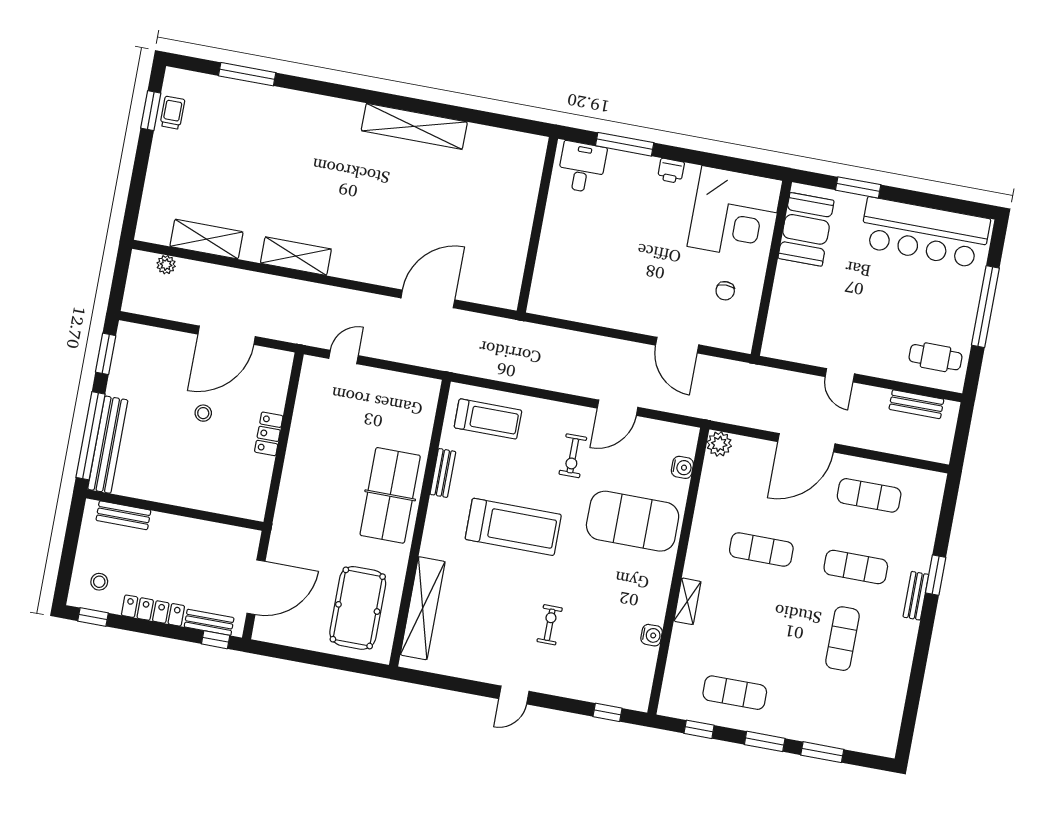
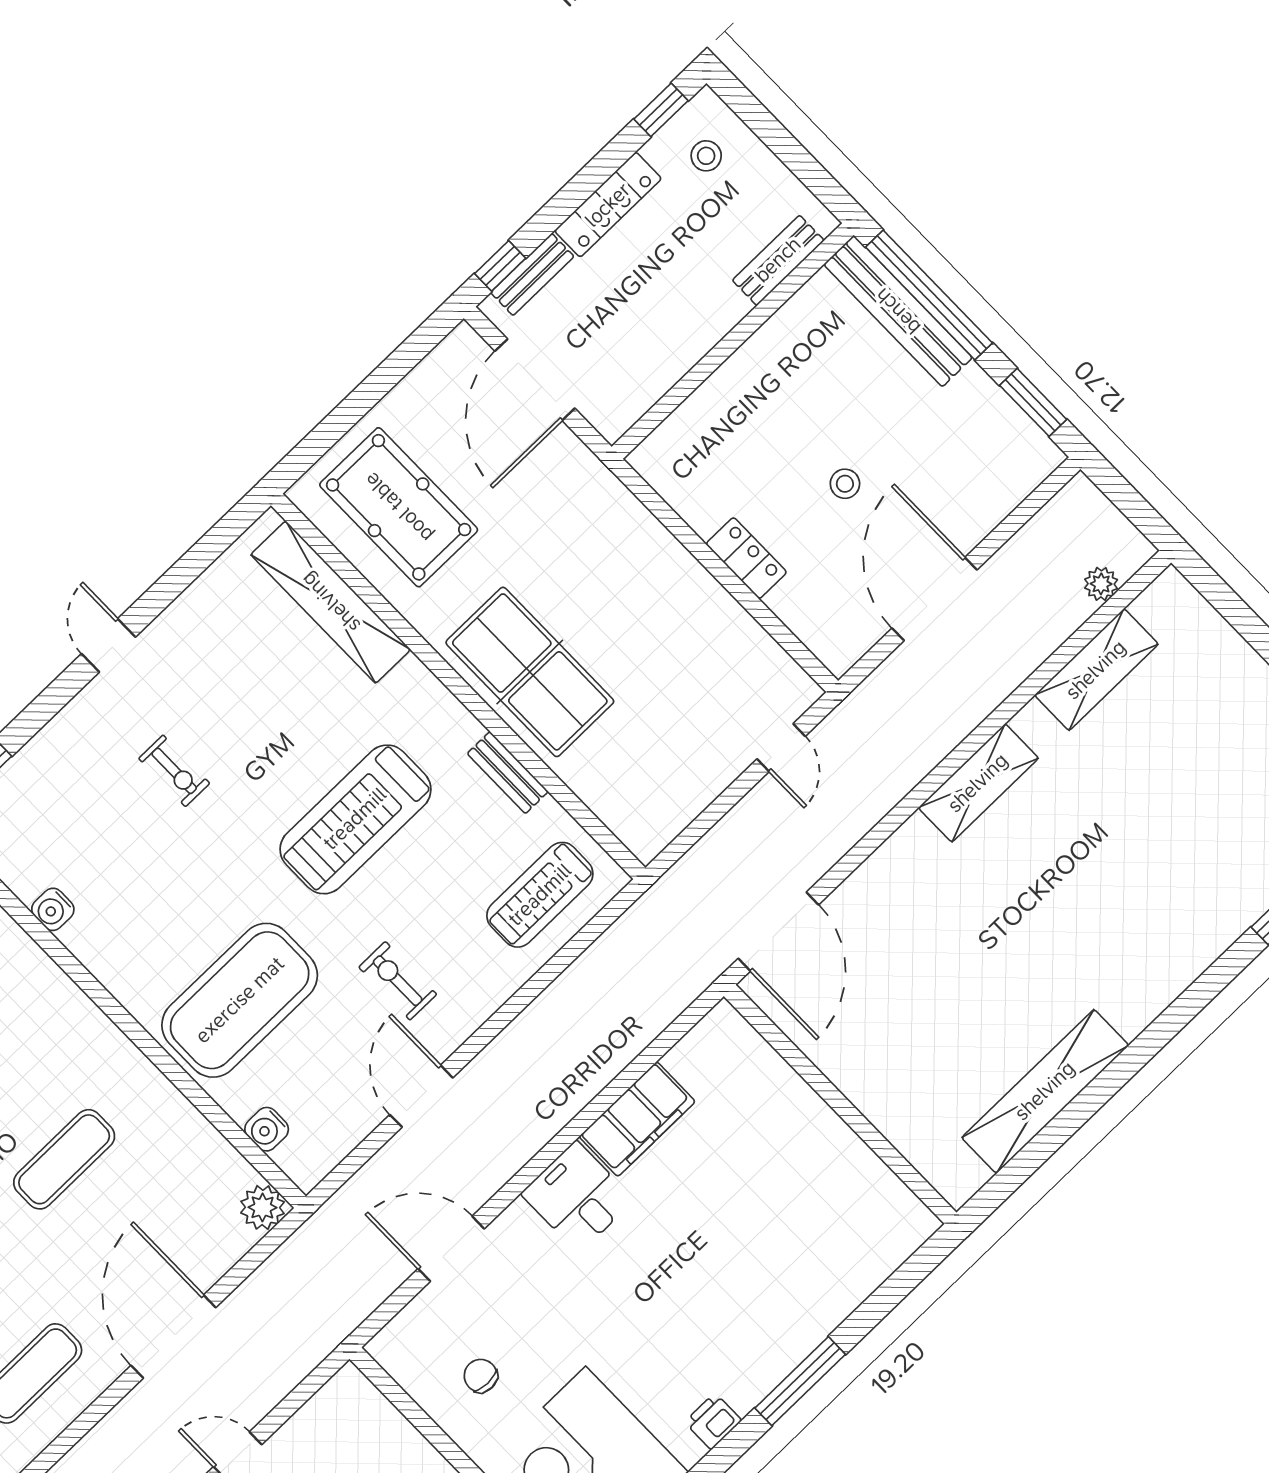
desk: (582, 167) -> (577, 1197), moved, turned 180
wall: (537, 225) -> (840, 1104), moved
filing cabinet: (558, 303) -> (637, 1119), added
shelving: (687, 601) -> (65, 997), removed

